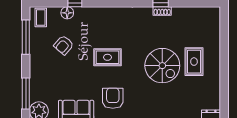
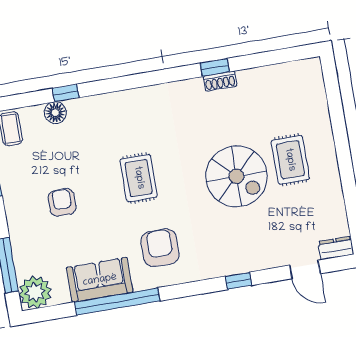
armchair: (64, 45) -> (62, 202), moved, turned 139
rug: (107, 57) -> (139, 178), turned 90

